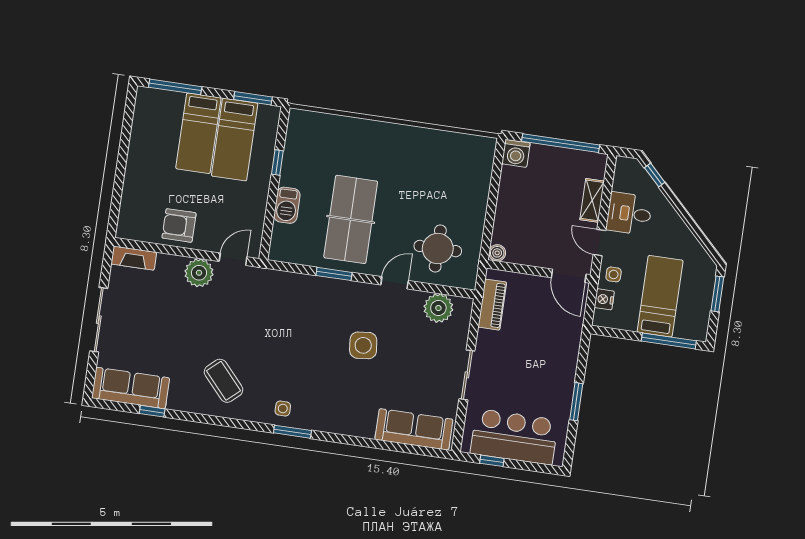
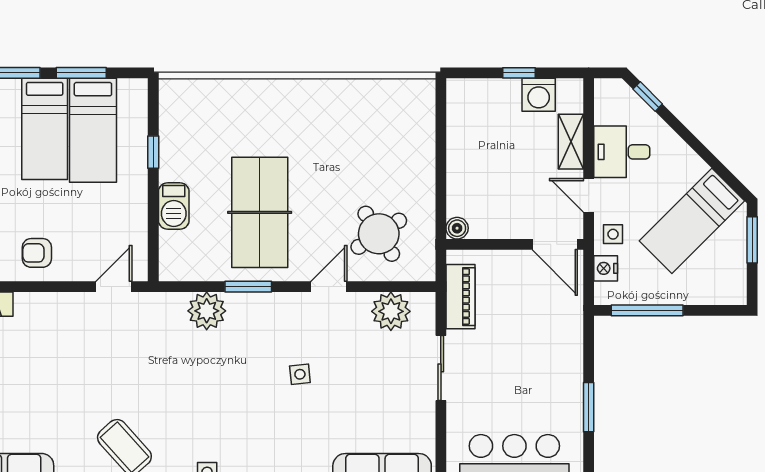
window: (253, 98) -> (81, 73), moved
window: (561, 143) -> (519, 73), width x0.32
washing machine: (516, 153) -> (539, 95), moved
armchair: (179, 225) -> (37, 253), width x0.72, depth x0.72
round table: (438, 249) -> (379, 234), turned -33
plant: (199, 273) -> (207, 311), moved
bed: (660, 296) -> (692, 221), moved, turned -135
window: (669, 341) -> (647, 310), moved
side table: (363, 345) -> (300, 374), width x0.54, depth x0.54
sliding door: (467, 375) -> (441, 368), moved

